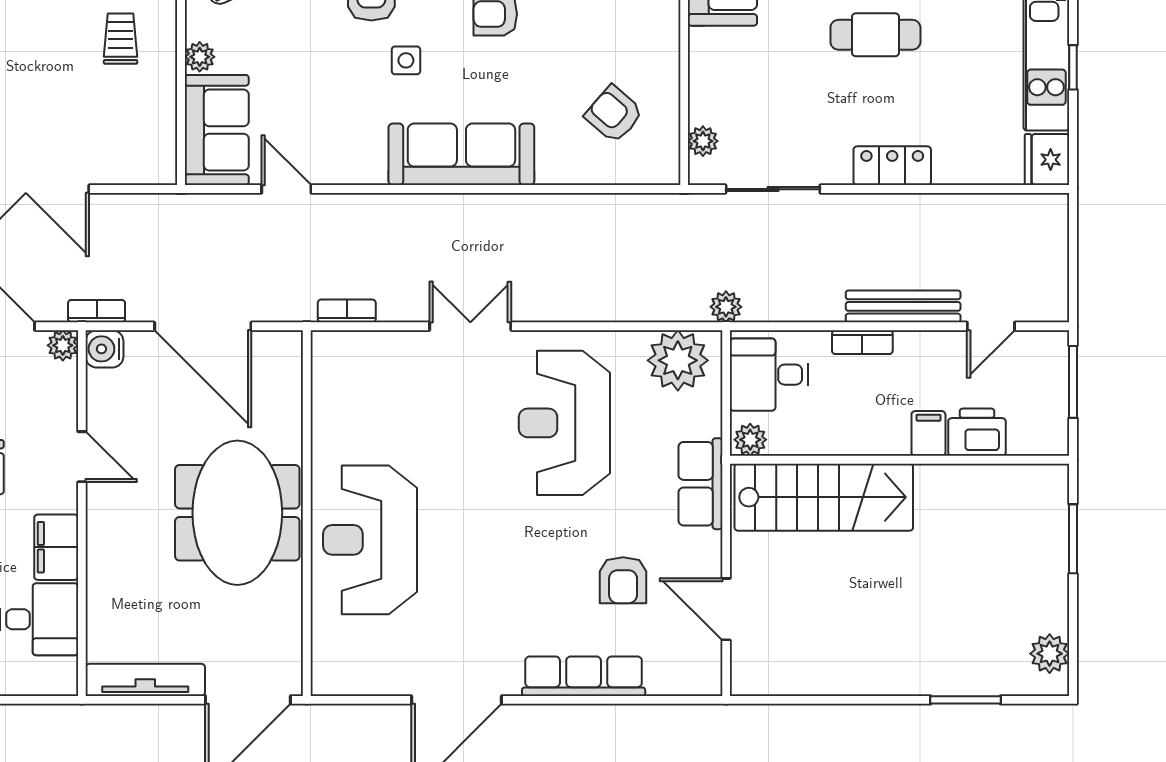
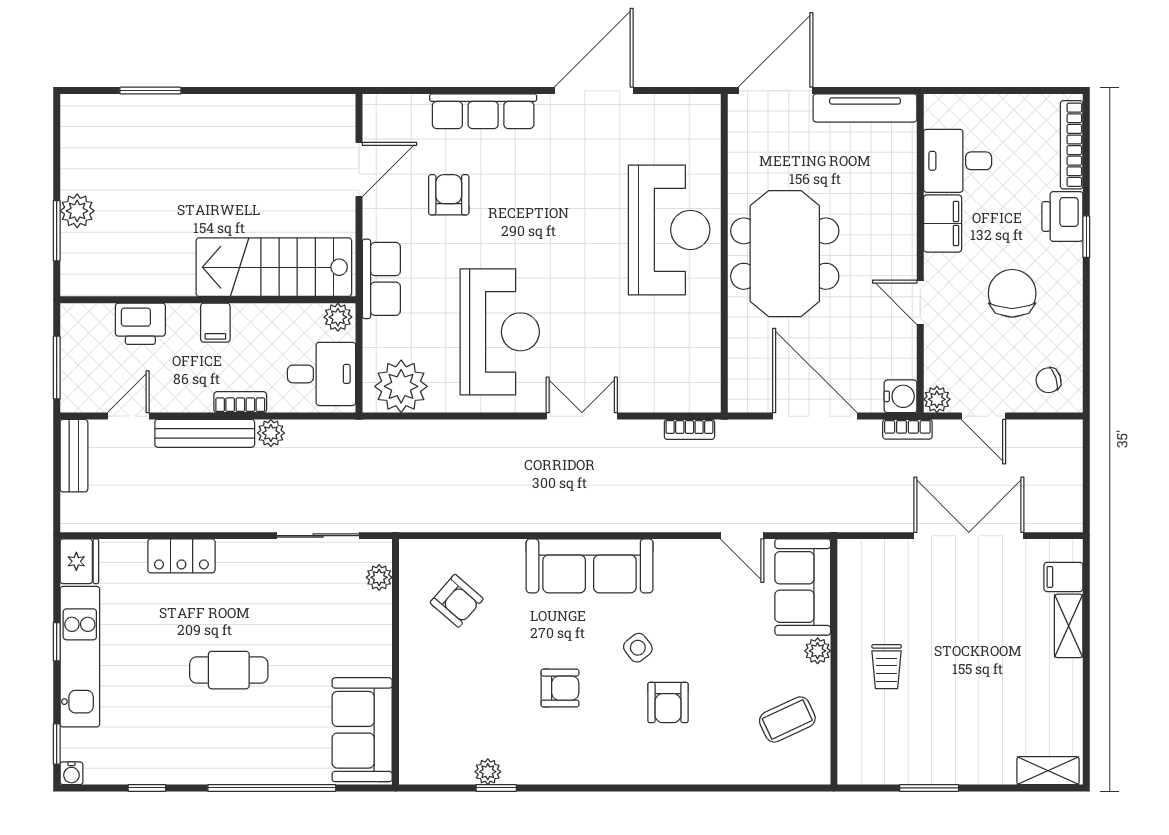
side table: (406, 60) -> (638, 648), turned -38
locker: (892, 166) -> (181, 556), moved
bench: (1053, 281) -> (74, 456), added
plant: (726, 307) -> (271, 433), moved
double door: (470, 326) -> (582, 416), swing flipped
filing cabinet: (928, 433) -> (215, 323), moved
door: (726, 609) -> (359, 169), hinge flipped
plant: (1050, 654) -> (77, 211), moved

